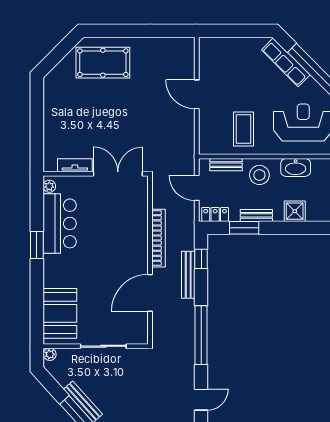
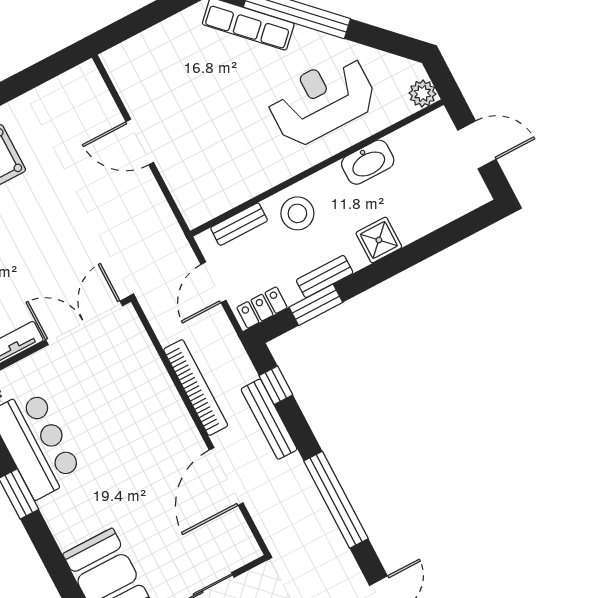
coffee table: (243, 129) -> (237, 157), removed
washbasin: (296, 167) -> (368, 162), moved
door: (197, 188) -> (213, 282), hinge flipped

